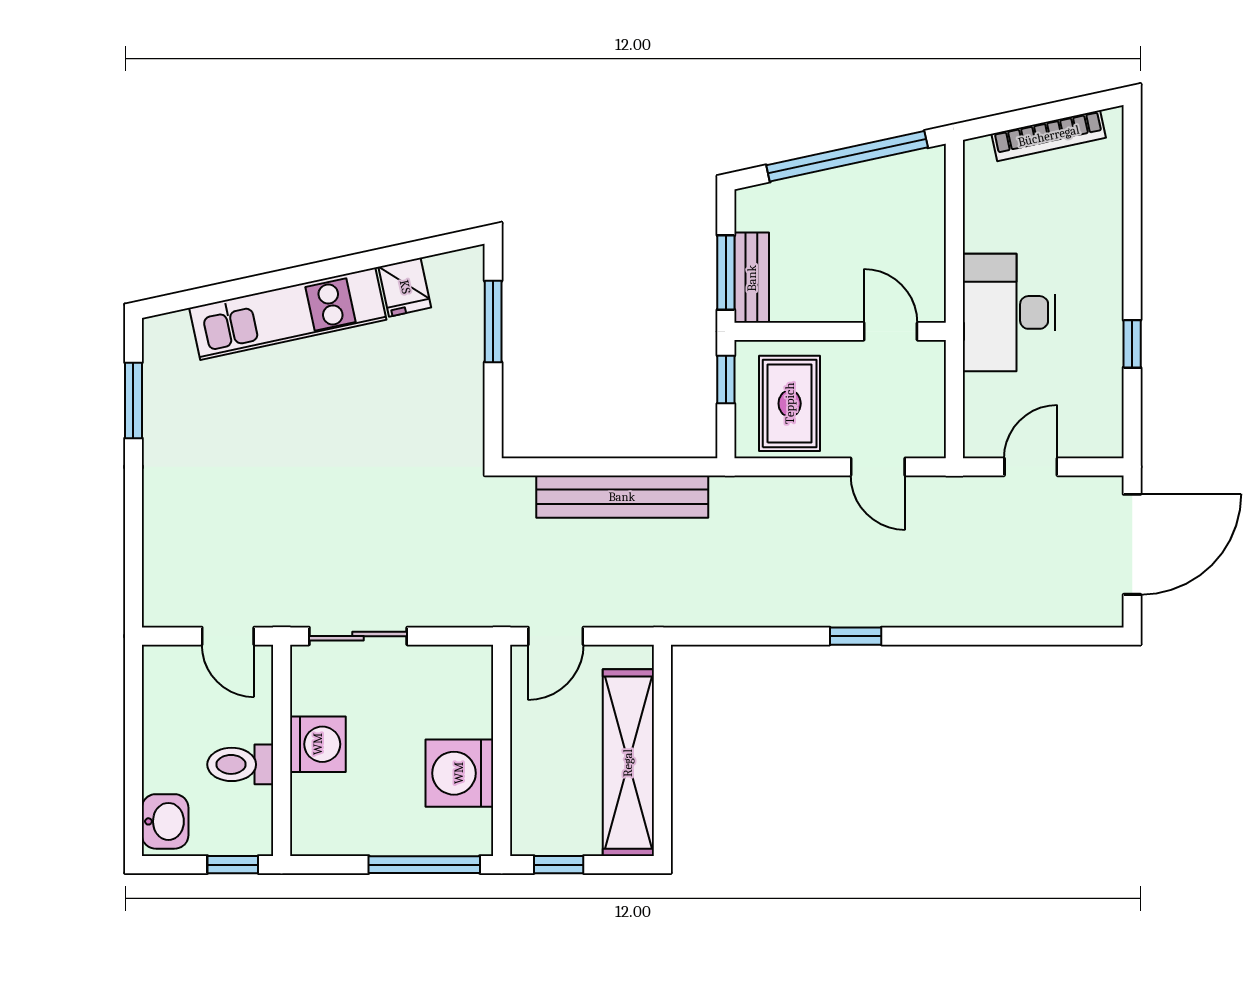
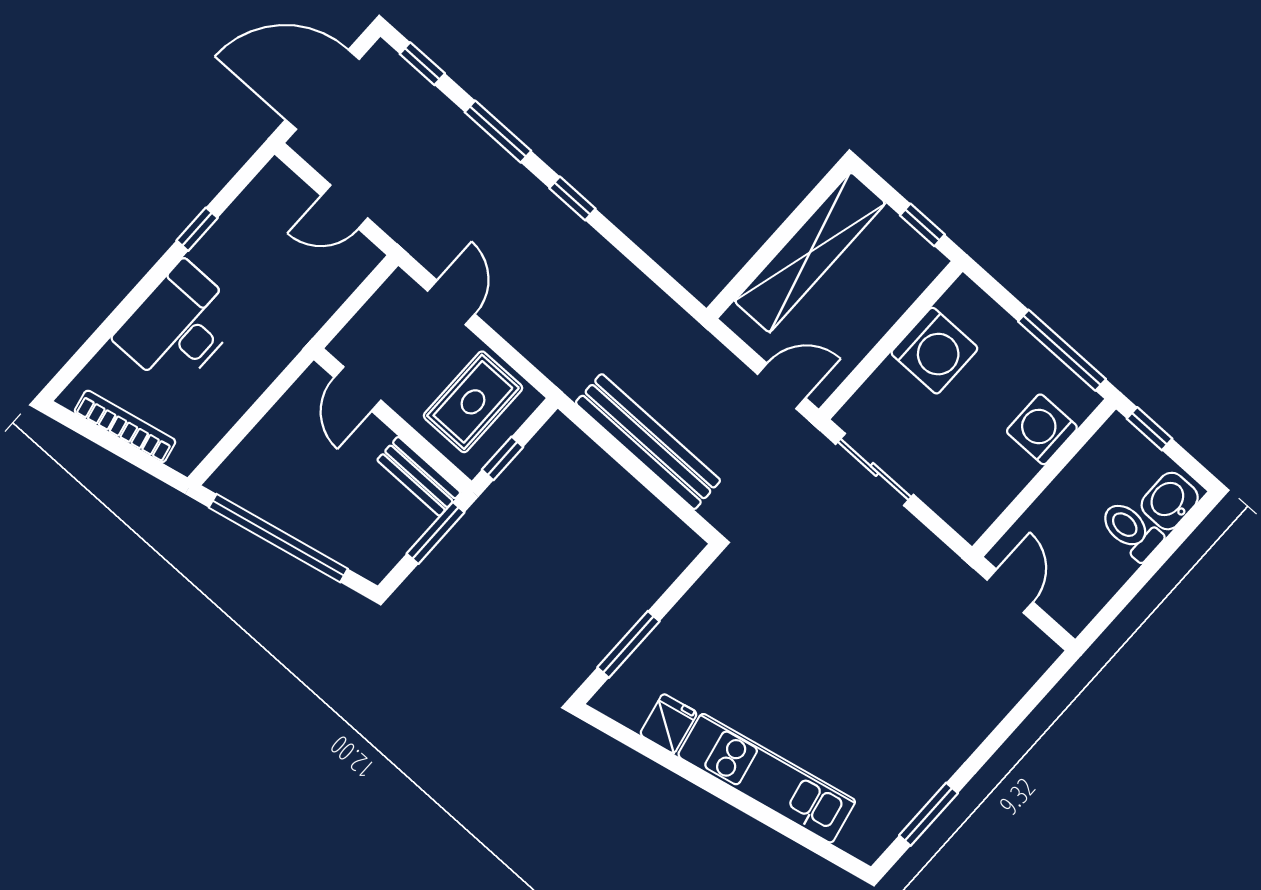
bench: (752, 278) -> (419, 476), moved, turned 90
desk: (1009, 312) -> (179, 326), moved, turned 180
sliding door: (358, 636) -> (875, 469), moved
window: (963, 636) -> (498, 132), added
window: (1071, 636) -> (422, 64), added
washing machine: (318, 744) -> (1042, 429), moved
toilet: (240, 764) -> (1131, 530), moved, turned 180
window: (424, 865) -> (1062, 350), moved

